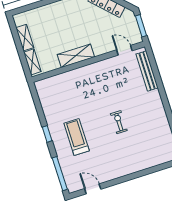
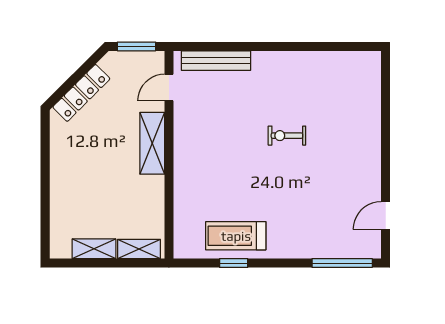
shelving: (76, 56) -> (152, 143), moved
window: (47, 134) -> (234, 263), moved
treadmill: (77, 137) -> (236, 236), moved

